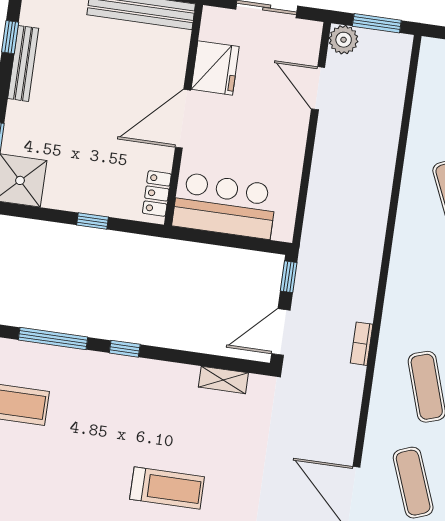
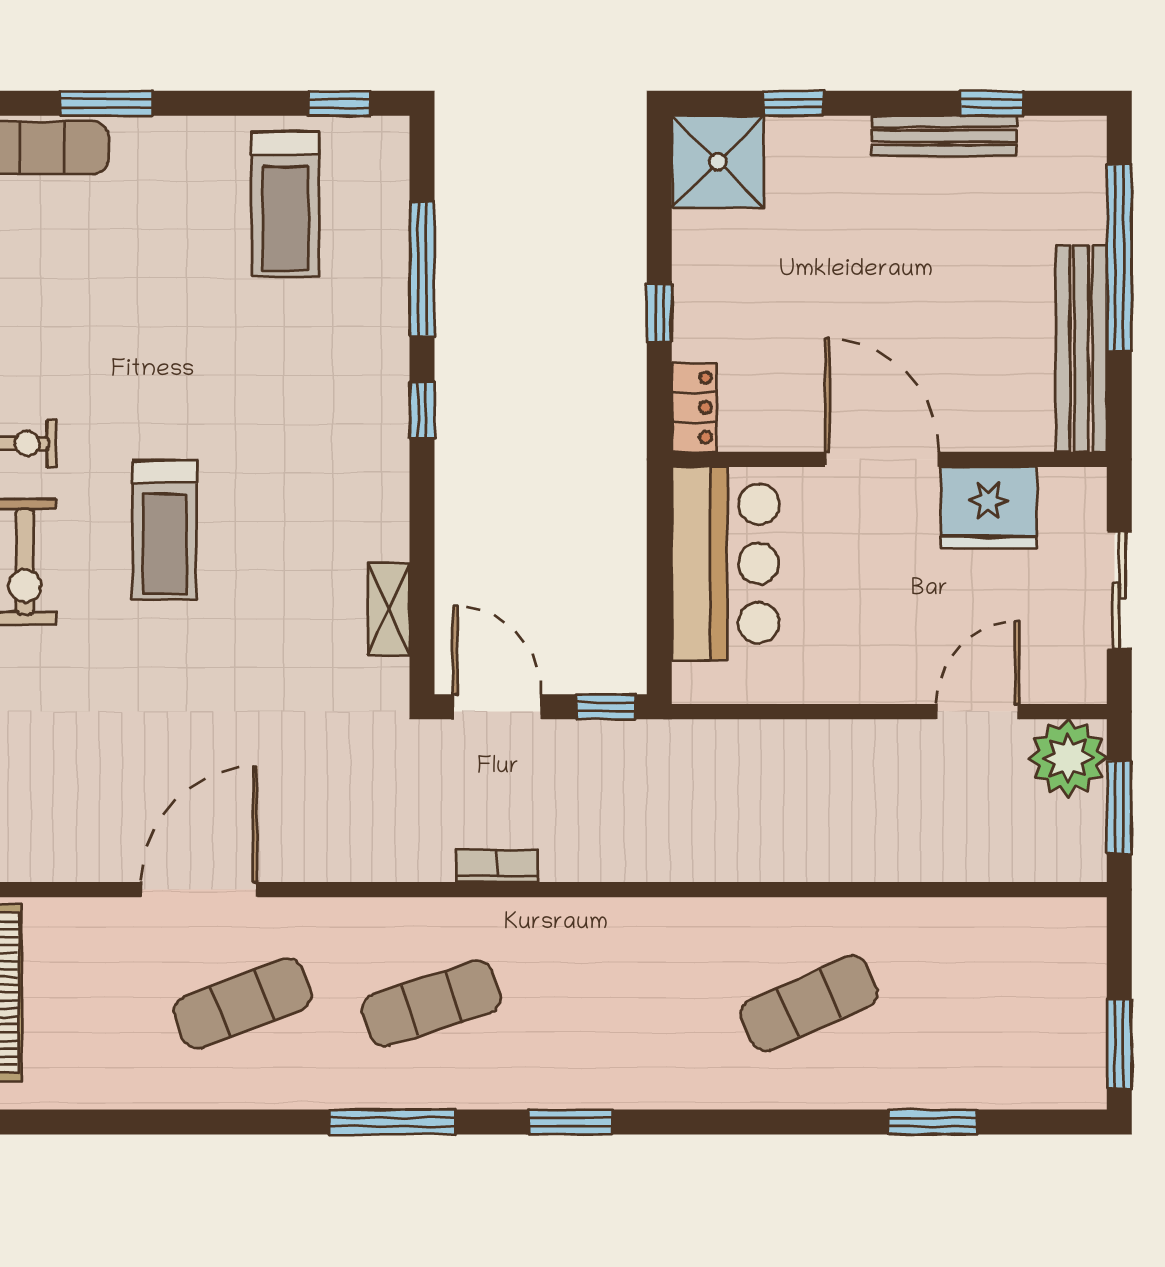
plant: (344, 40) -> (1068, 758), width x1.36, depth x1.36
locker: (157, 194) -> (694, 407), moved, turned 90

